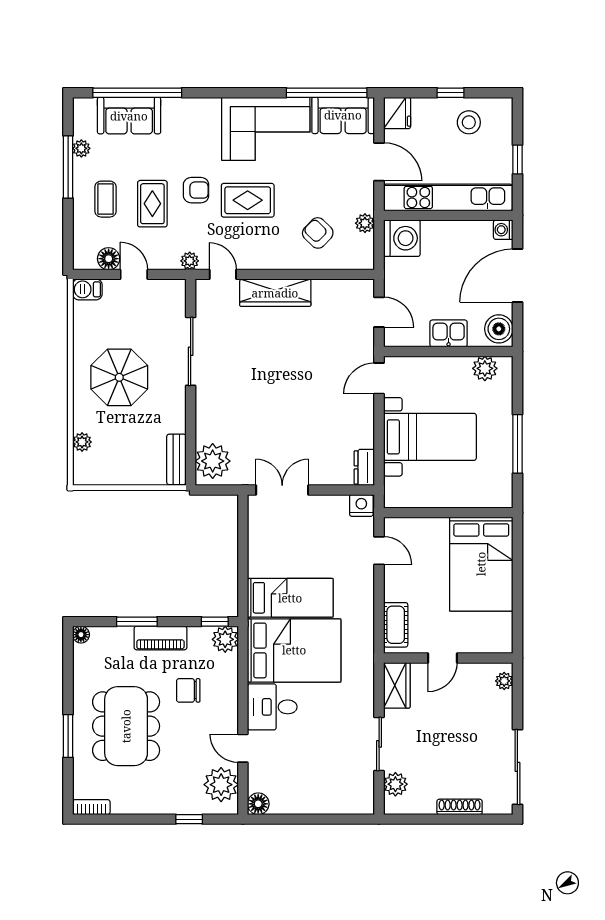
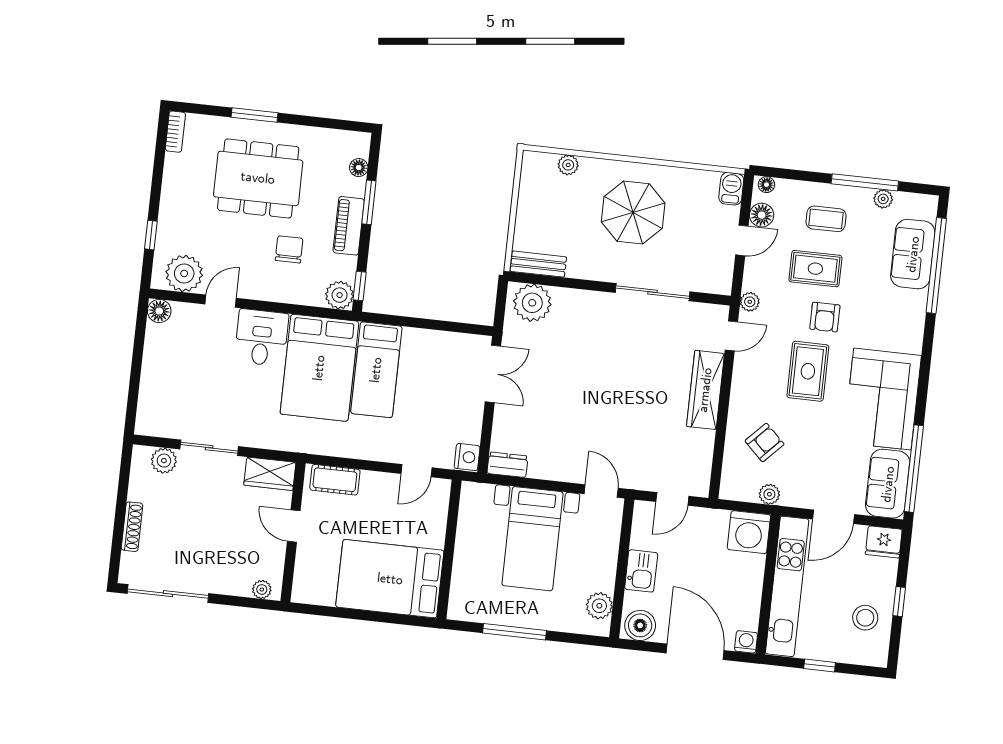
floor lamp: (80, 257) -> (766, 185), added
floor lamp: (81, 635) -> (359, 168), moved

